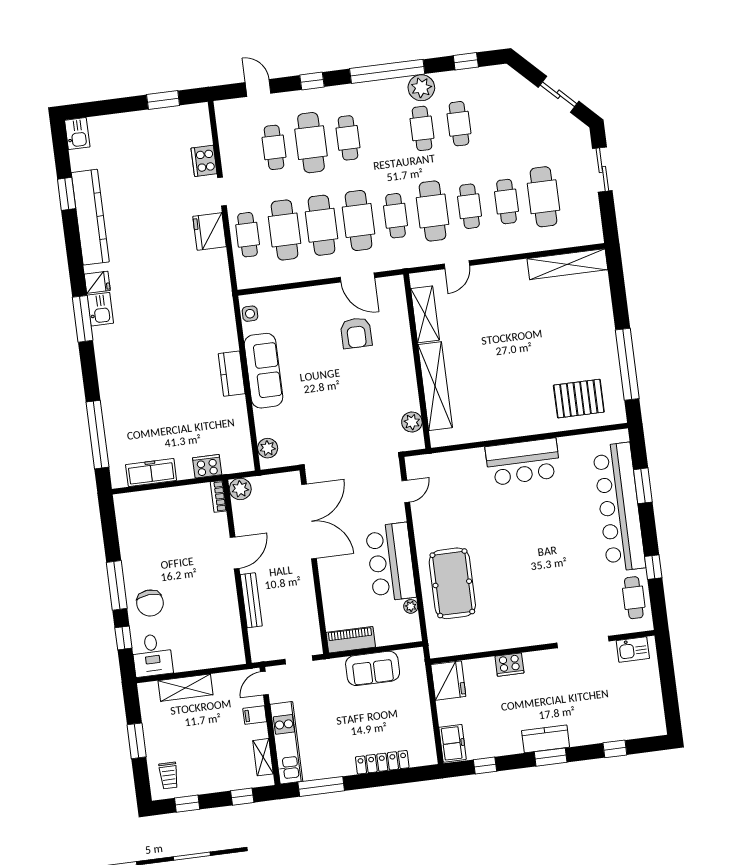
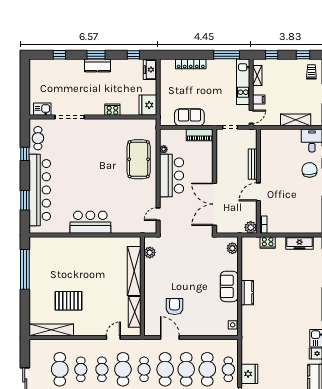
sofa: (264, 371) -> (229, 286), width x0.73
pallet: (579, 399) -> (68, 301), moved

